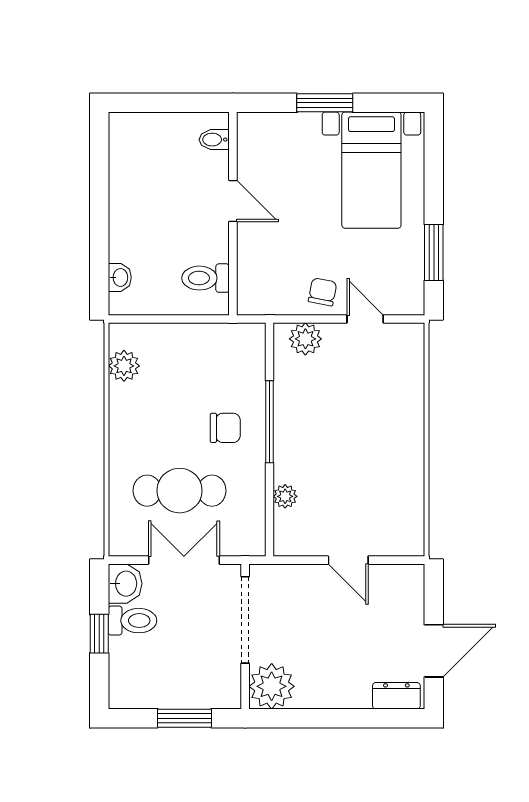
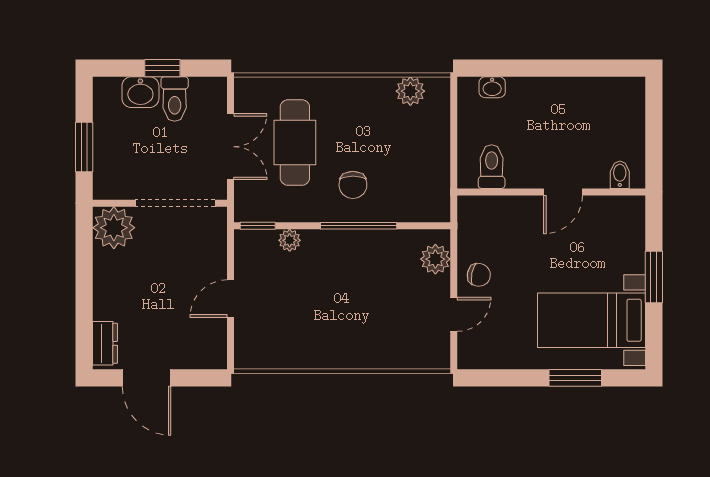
window: (434, 252) -> (575, 378), moved
window: (270, 531) -> (258, 226), added
washbasin: (125, 584) -> (140, 92), moved

